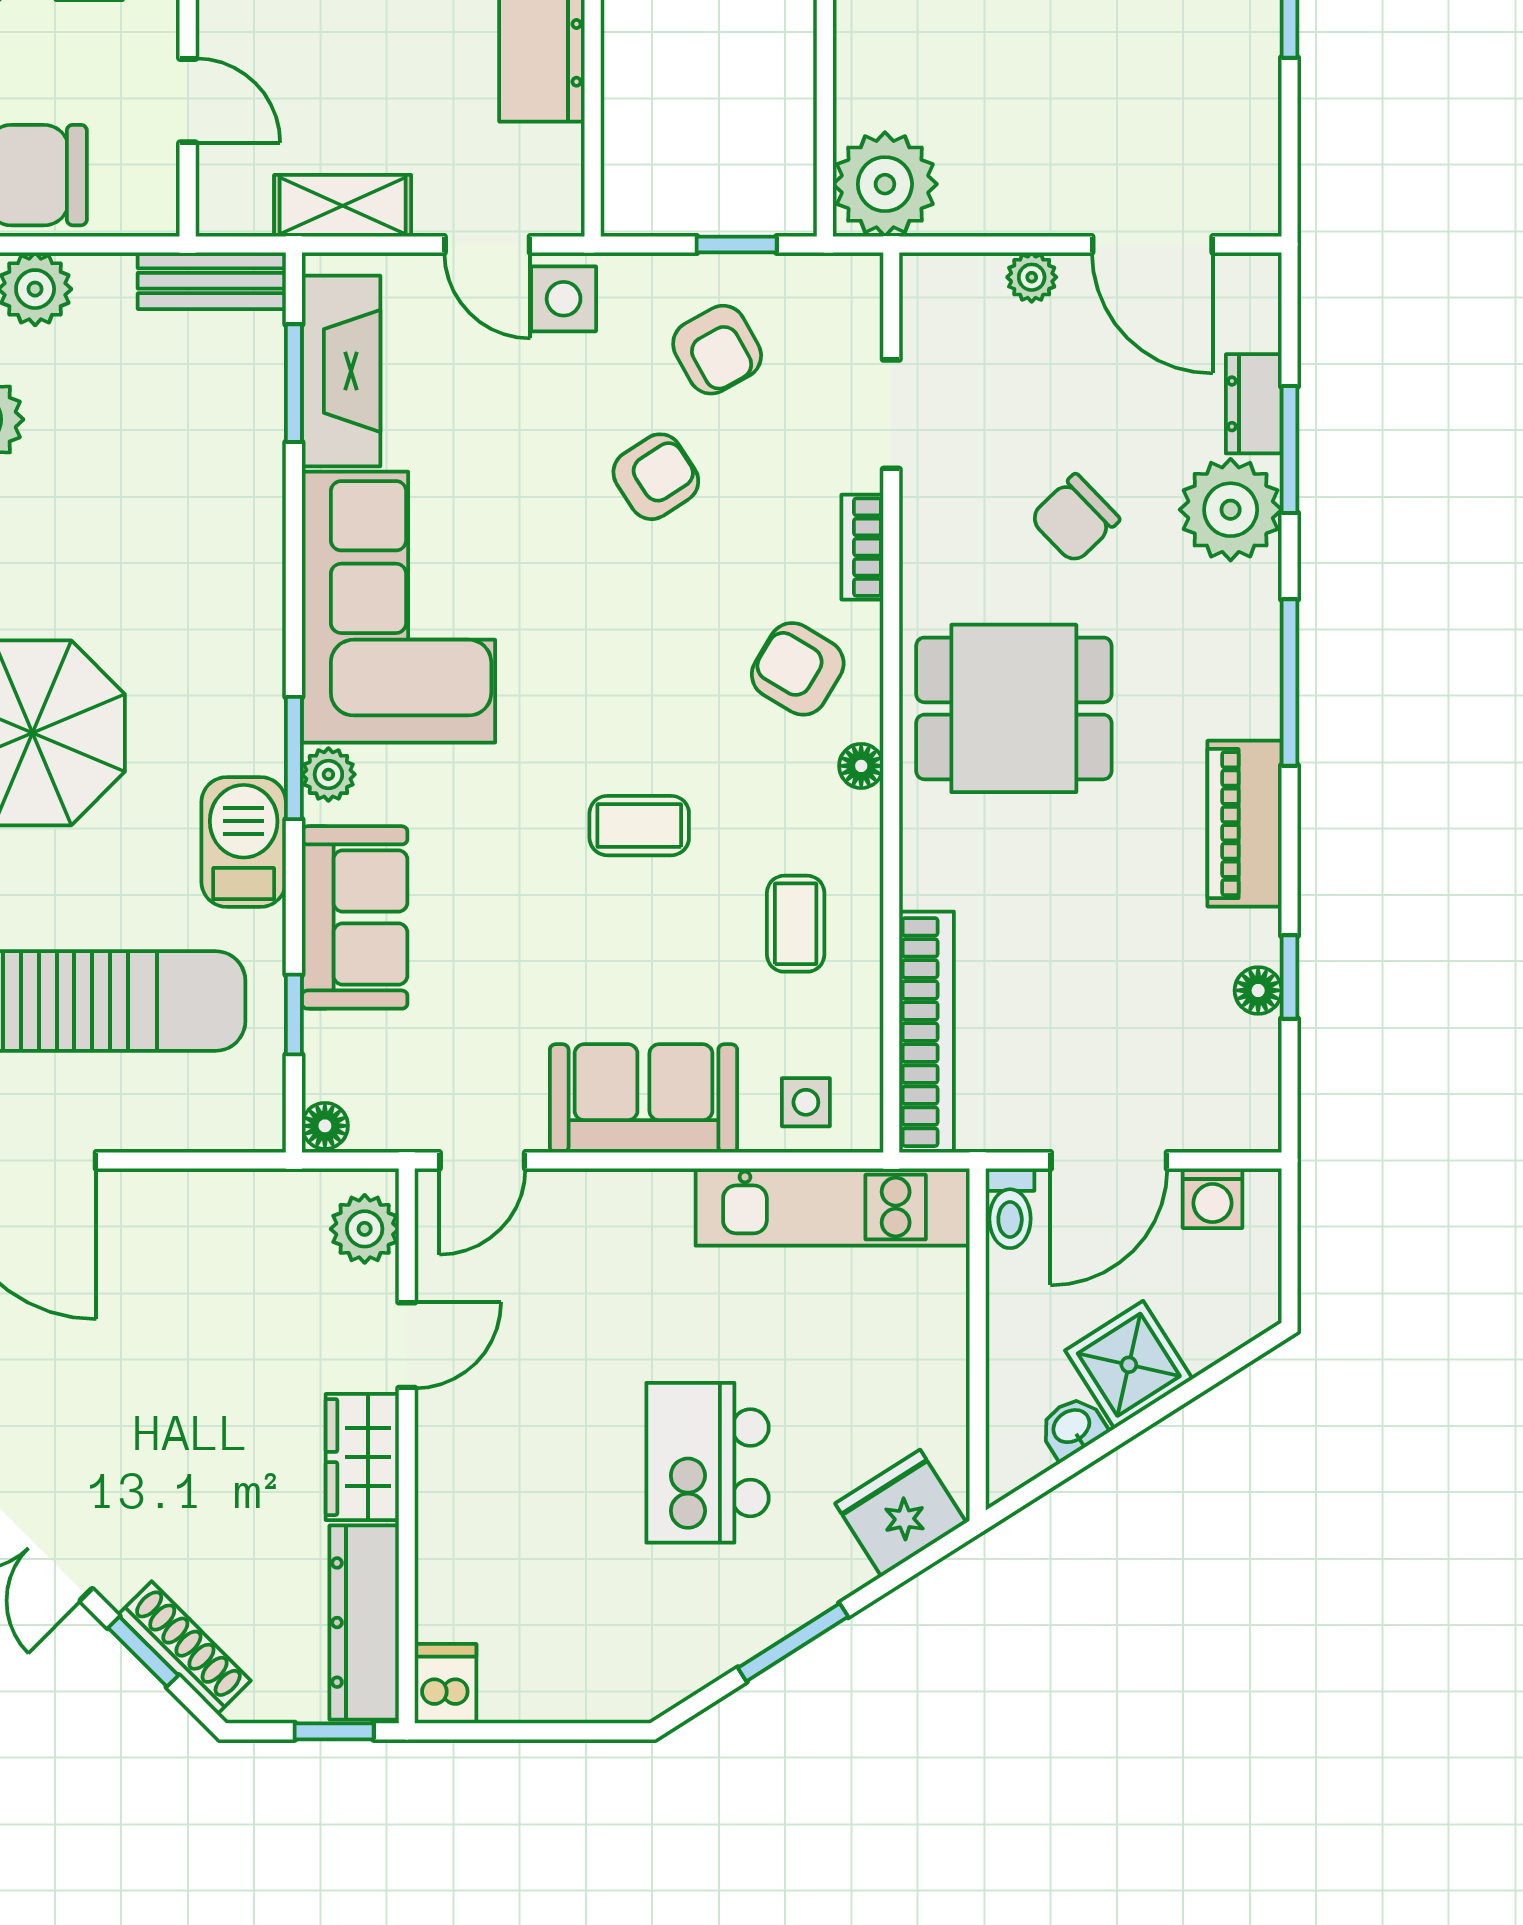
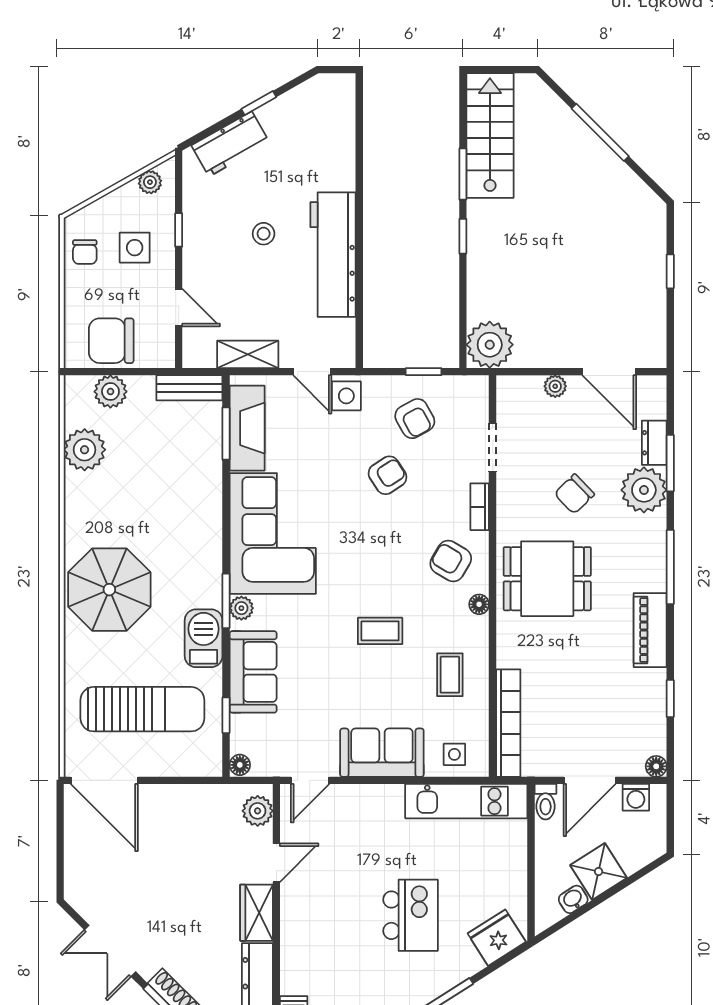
floor lamp: (1258, 990) -> (656, 766), moved
kitchen island: (708, 1463) -> (411, 915), turned 180

